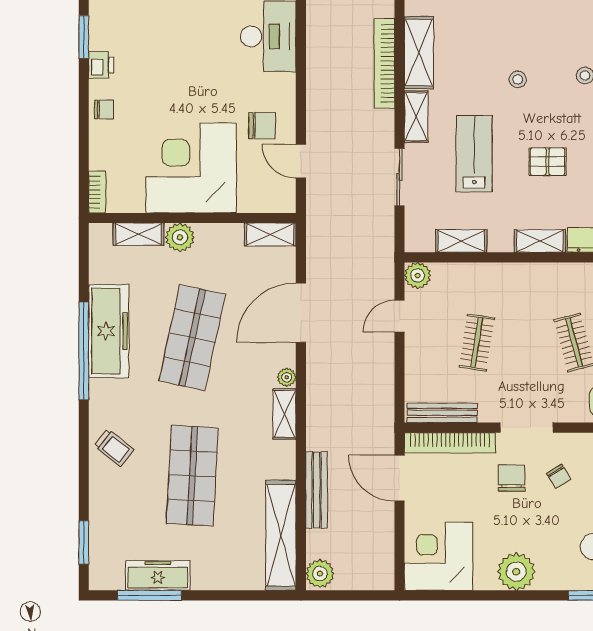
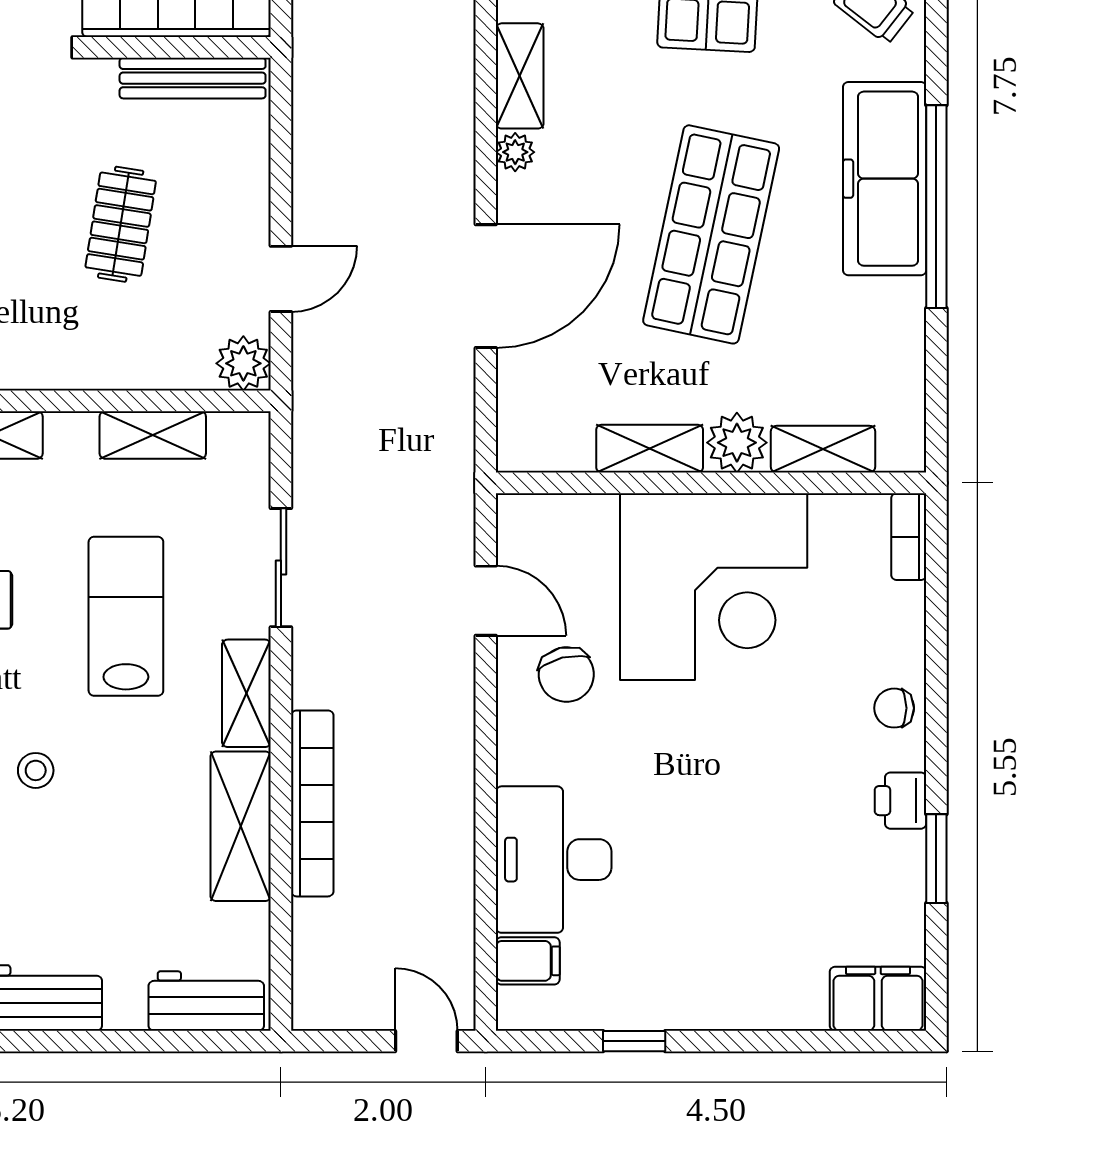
chair: (262, 126) -> (566, 675), turned -104
lab bench: (474, 154) -> (126, 616), turned 180
shelving: (270, 234) -> (650, 449), moved
freezer: (109, 331) -> (885, 179), moved

